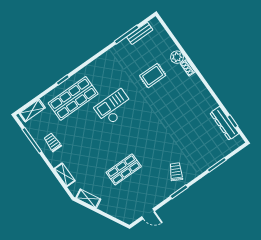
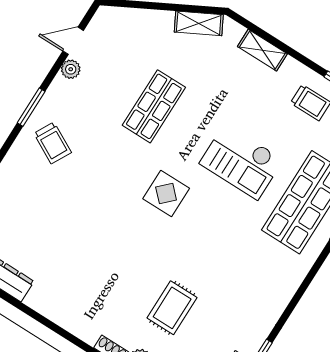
checkout: (114, 107) -> (241, 162), moved, turned 90
display table: (134, 128) -> (166, 194), added
plant: (154, 202) -> (71, 69), added

